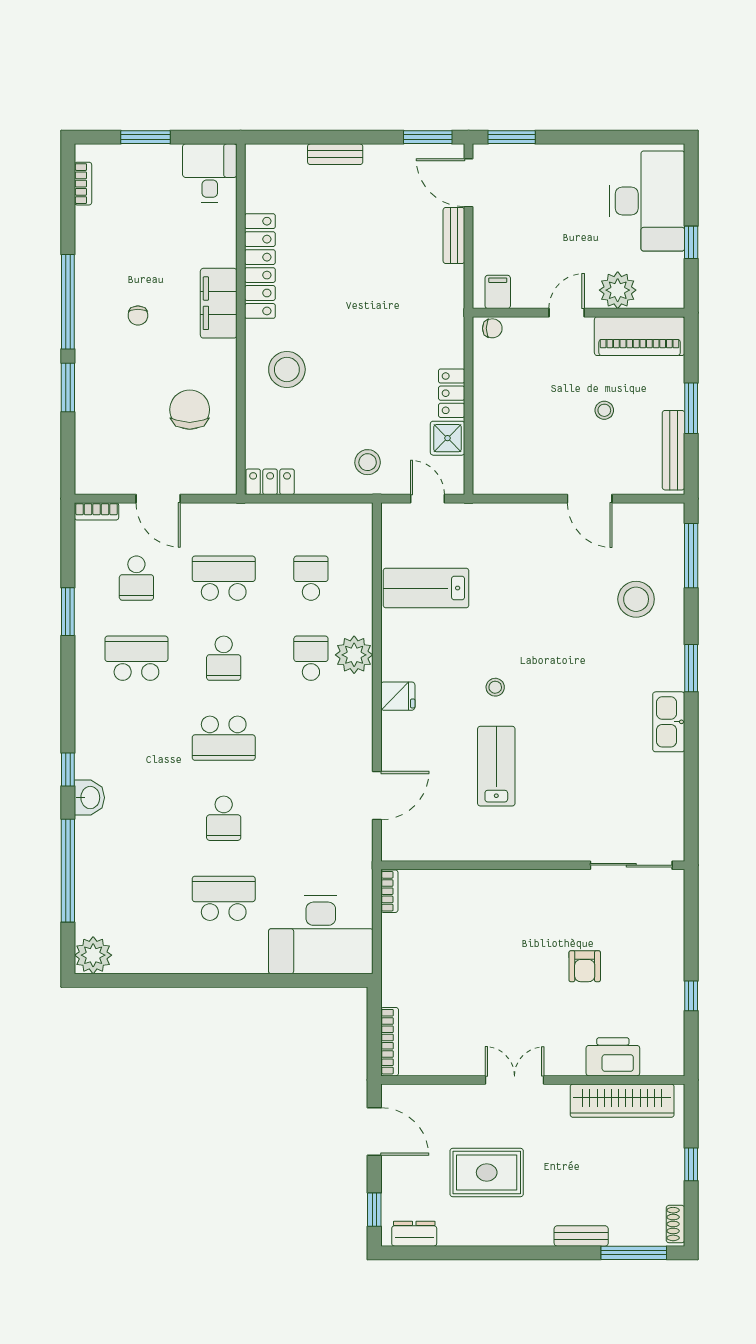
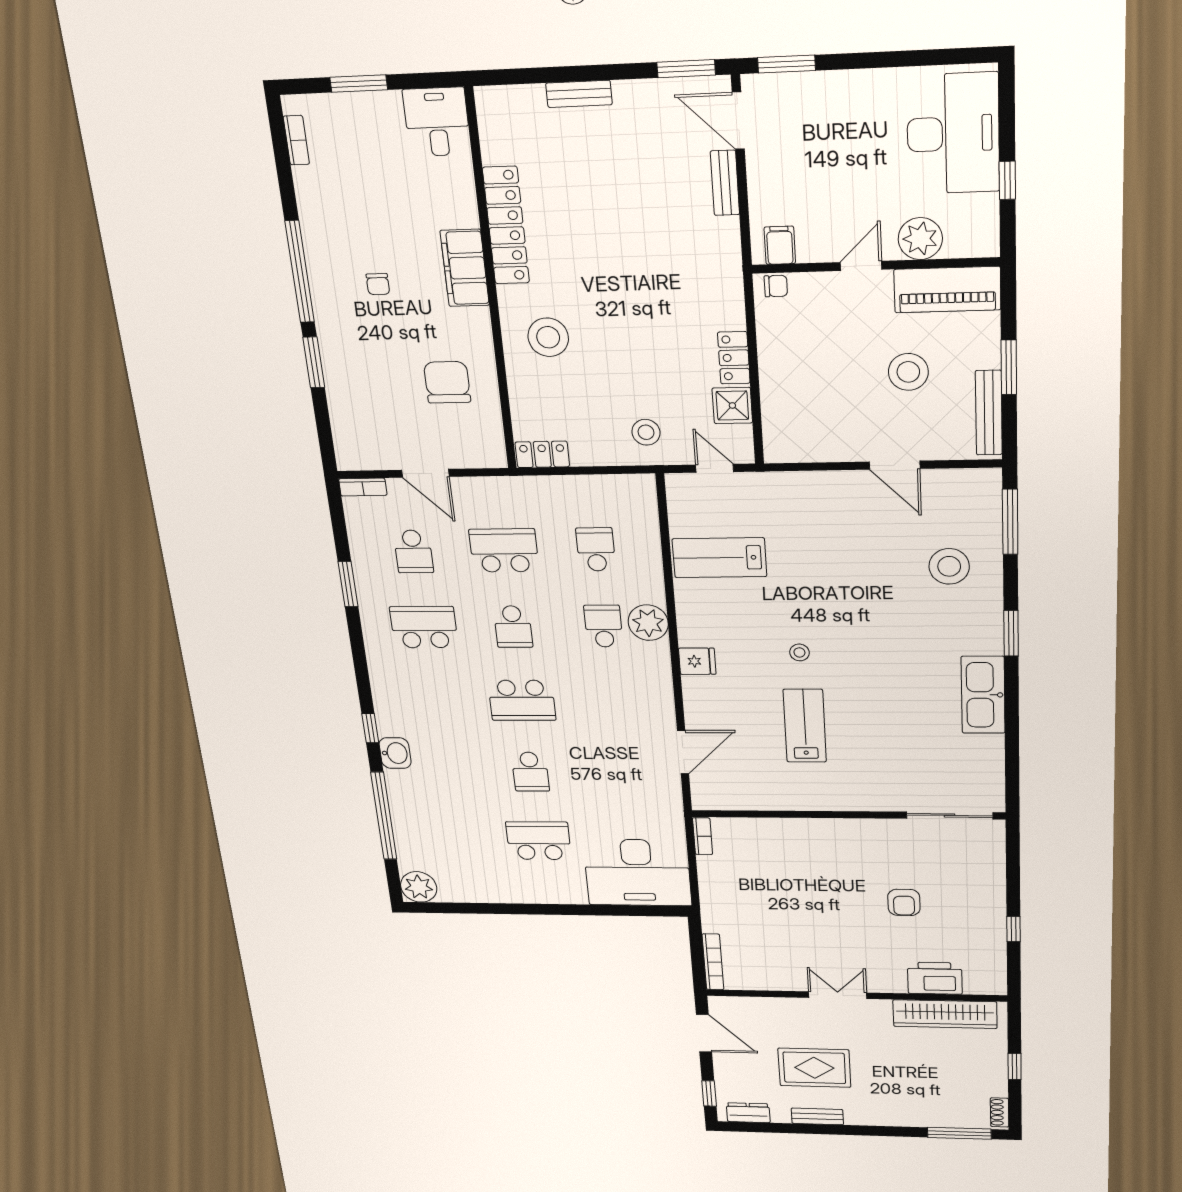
stool: (604, 410) -> (908, 372), width x1.89, depth x1.89
kitchen sink: (669, 722) -> (983, 695), width x1.36, depth x1.24
bench: (581, 1236) -> (817, 1116), moved

